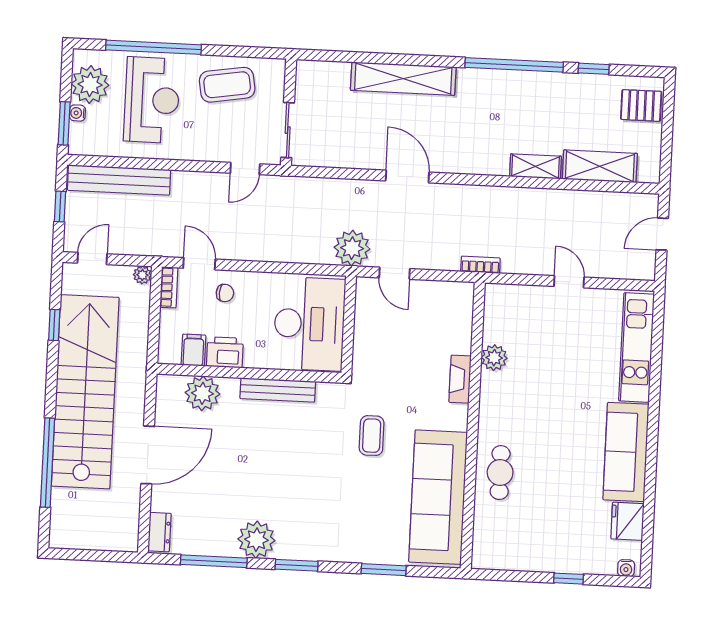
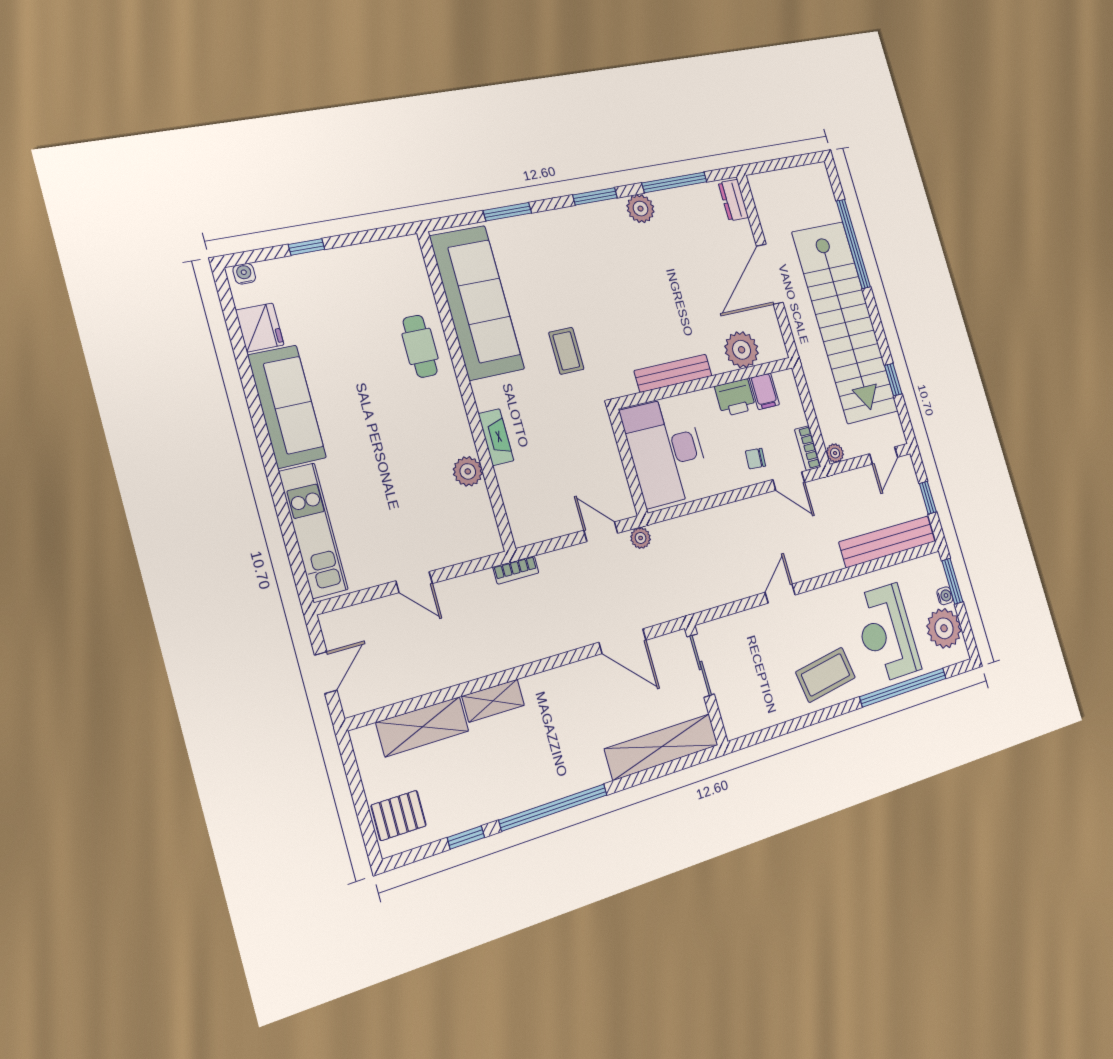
wall: (289, 112) -> (706, 685), moved
sliding door: (288, 130) -> (701, 665), moved
plant: (352, 248) -> (641, 538), width x0.53, depth x0.53
plant: (256, 540) -> (640, 209), width x0.73, depth x0.73

